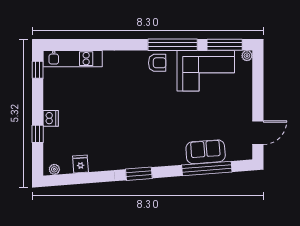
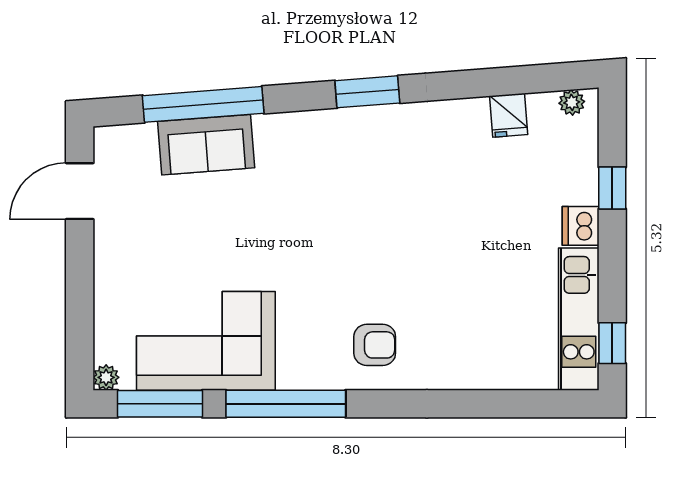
kitchen unit: (73, 59) -> (579, 319), moved, turned -90
armchair: (157, 63) -> (375, 345), moved, turned 180

